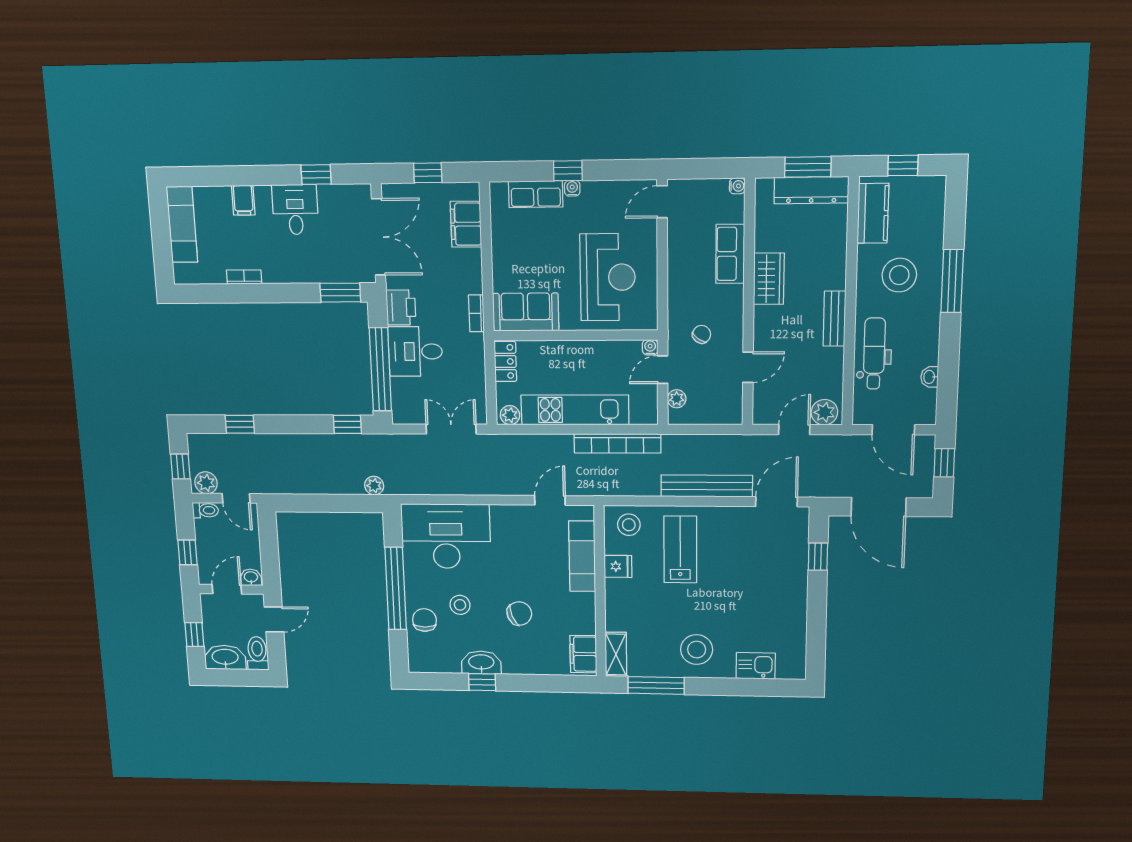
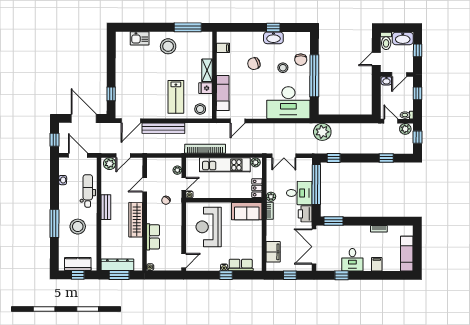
kitchen counter: (873, 213) -> (78, 264), moved, turned 90
wardrobe: (769, 279) -> (136, 220), width x1.50
plant: (475, 343) -> (271, 197), added
dental chair: (874, 354) -> (88, 191), turned 180
plant: (374, 486) -> (322, 132), width x1.88, depth x1.88
filing cabinet: (583, 654) -> (223, 48), width x0.50
shelving: (616, 654) -> (207, 70), moved

